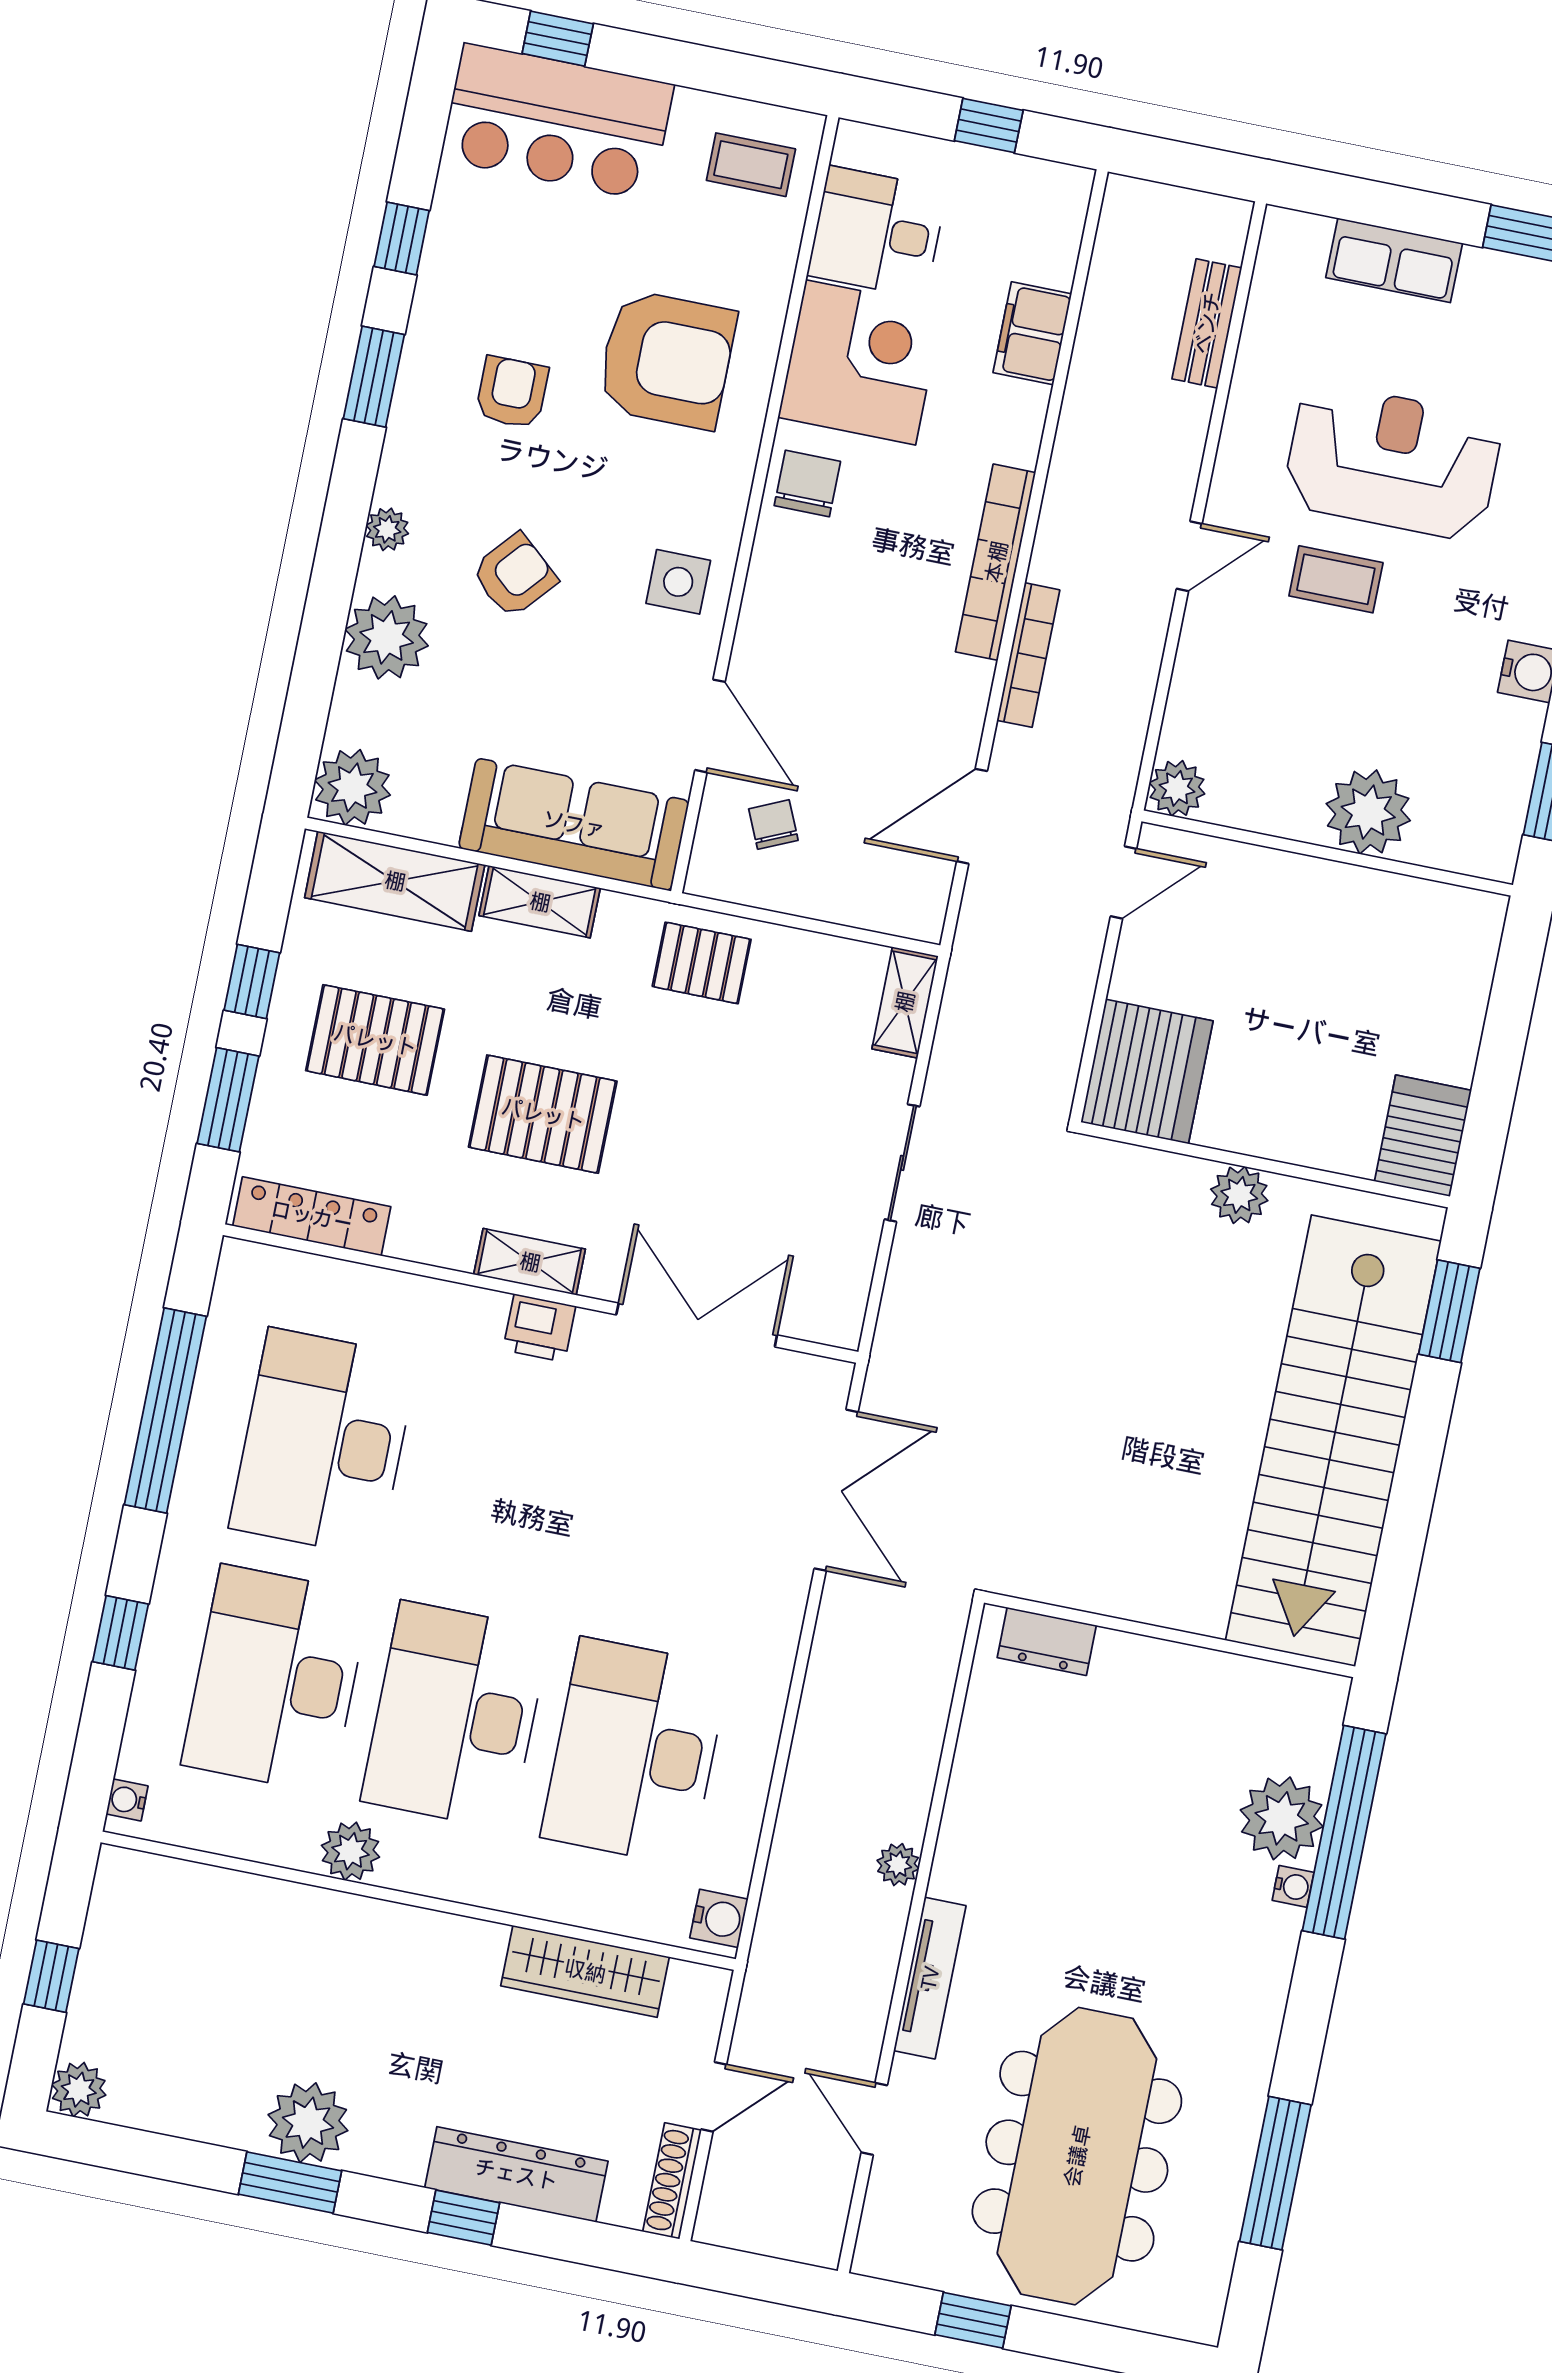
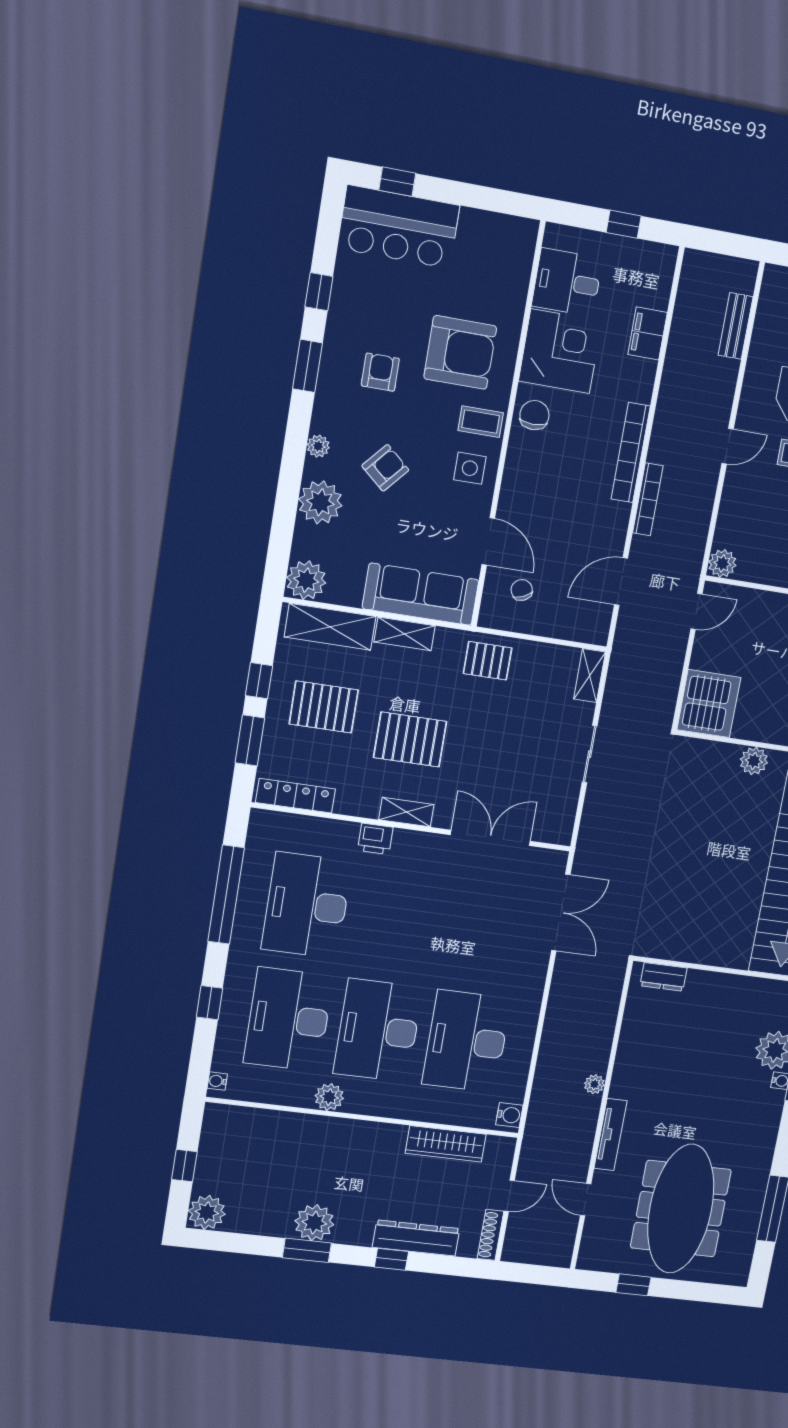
coffee table: (751, 165) -> (481, 422), moved
printer: (539, 1328) -> (375, 839), moved
plant: (79, 2090) -> (207, 1212), width x1.36, depth x1.36

